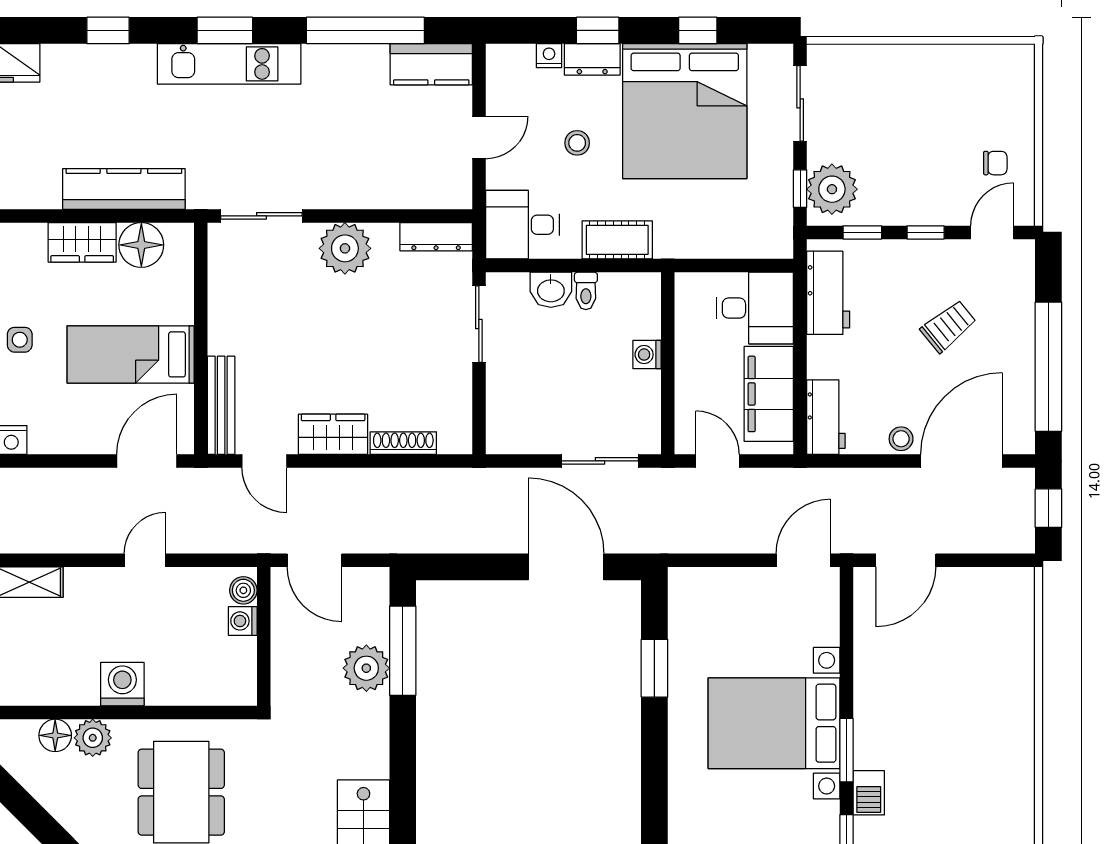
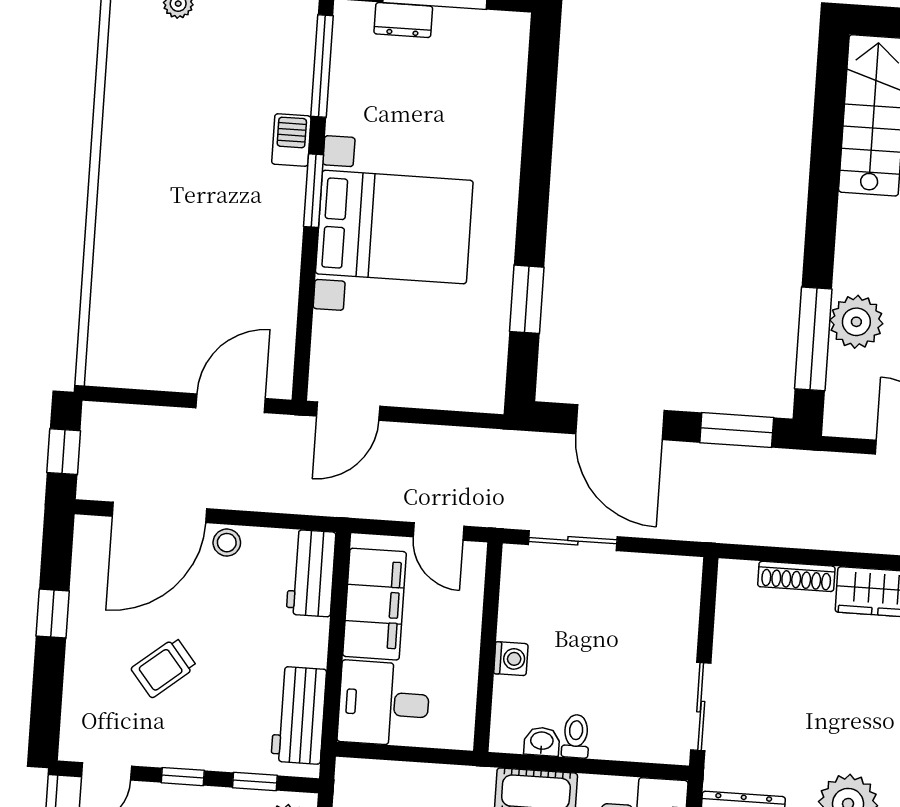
washbasin: (551, 290) -> (542, 741), moved, width x0.72, depth x0.69
window: (1048, 367) -> (53, 613), width x0.32
window: (464, 567) -> (737, 430), added

